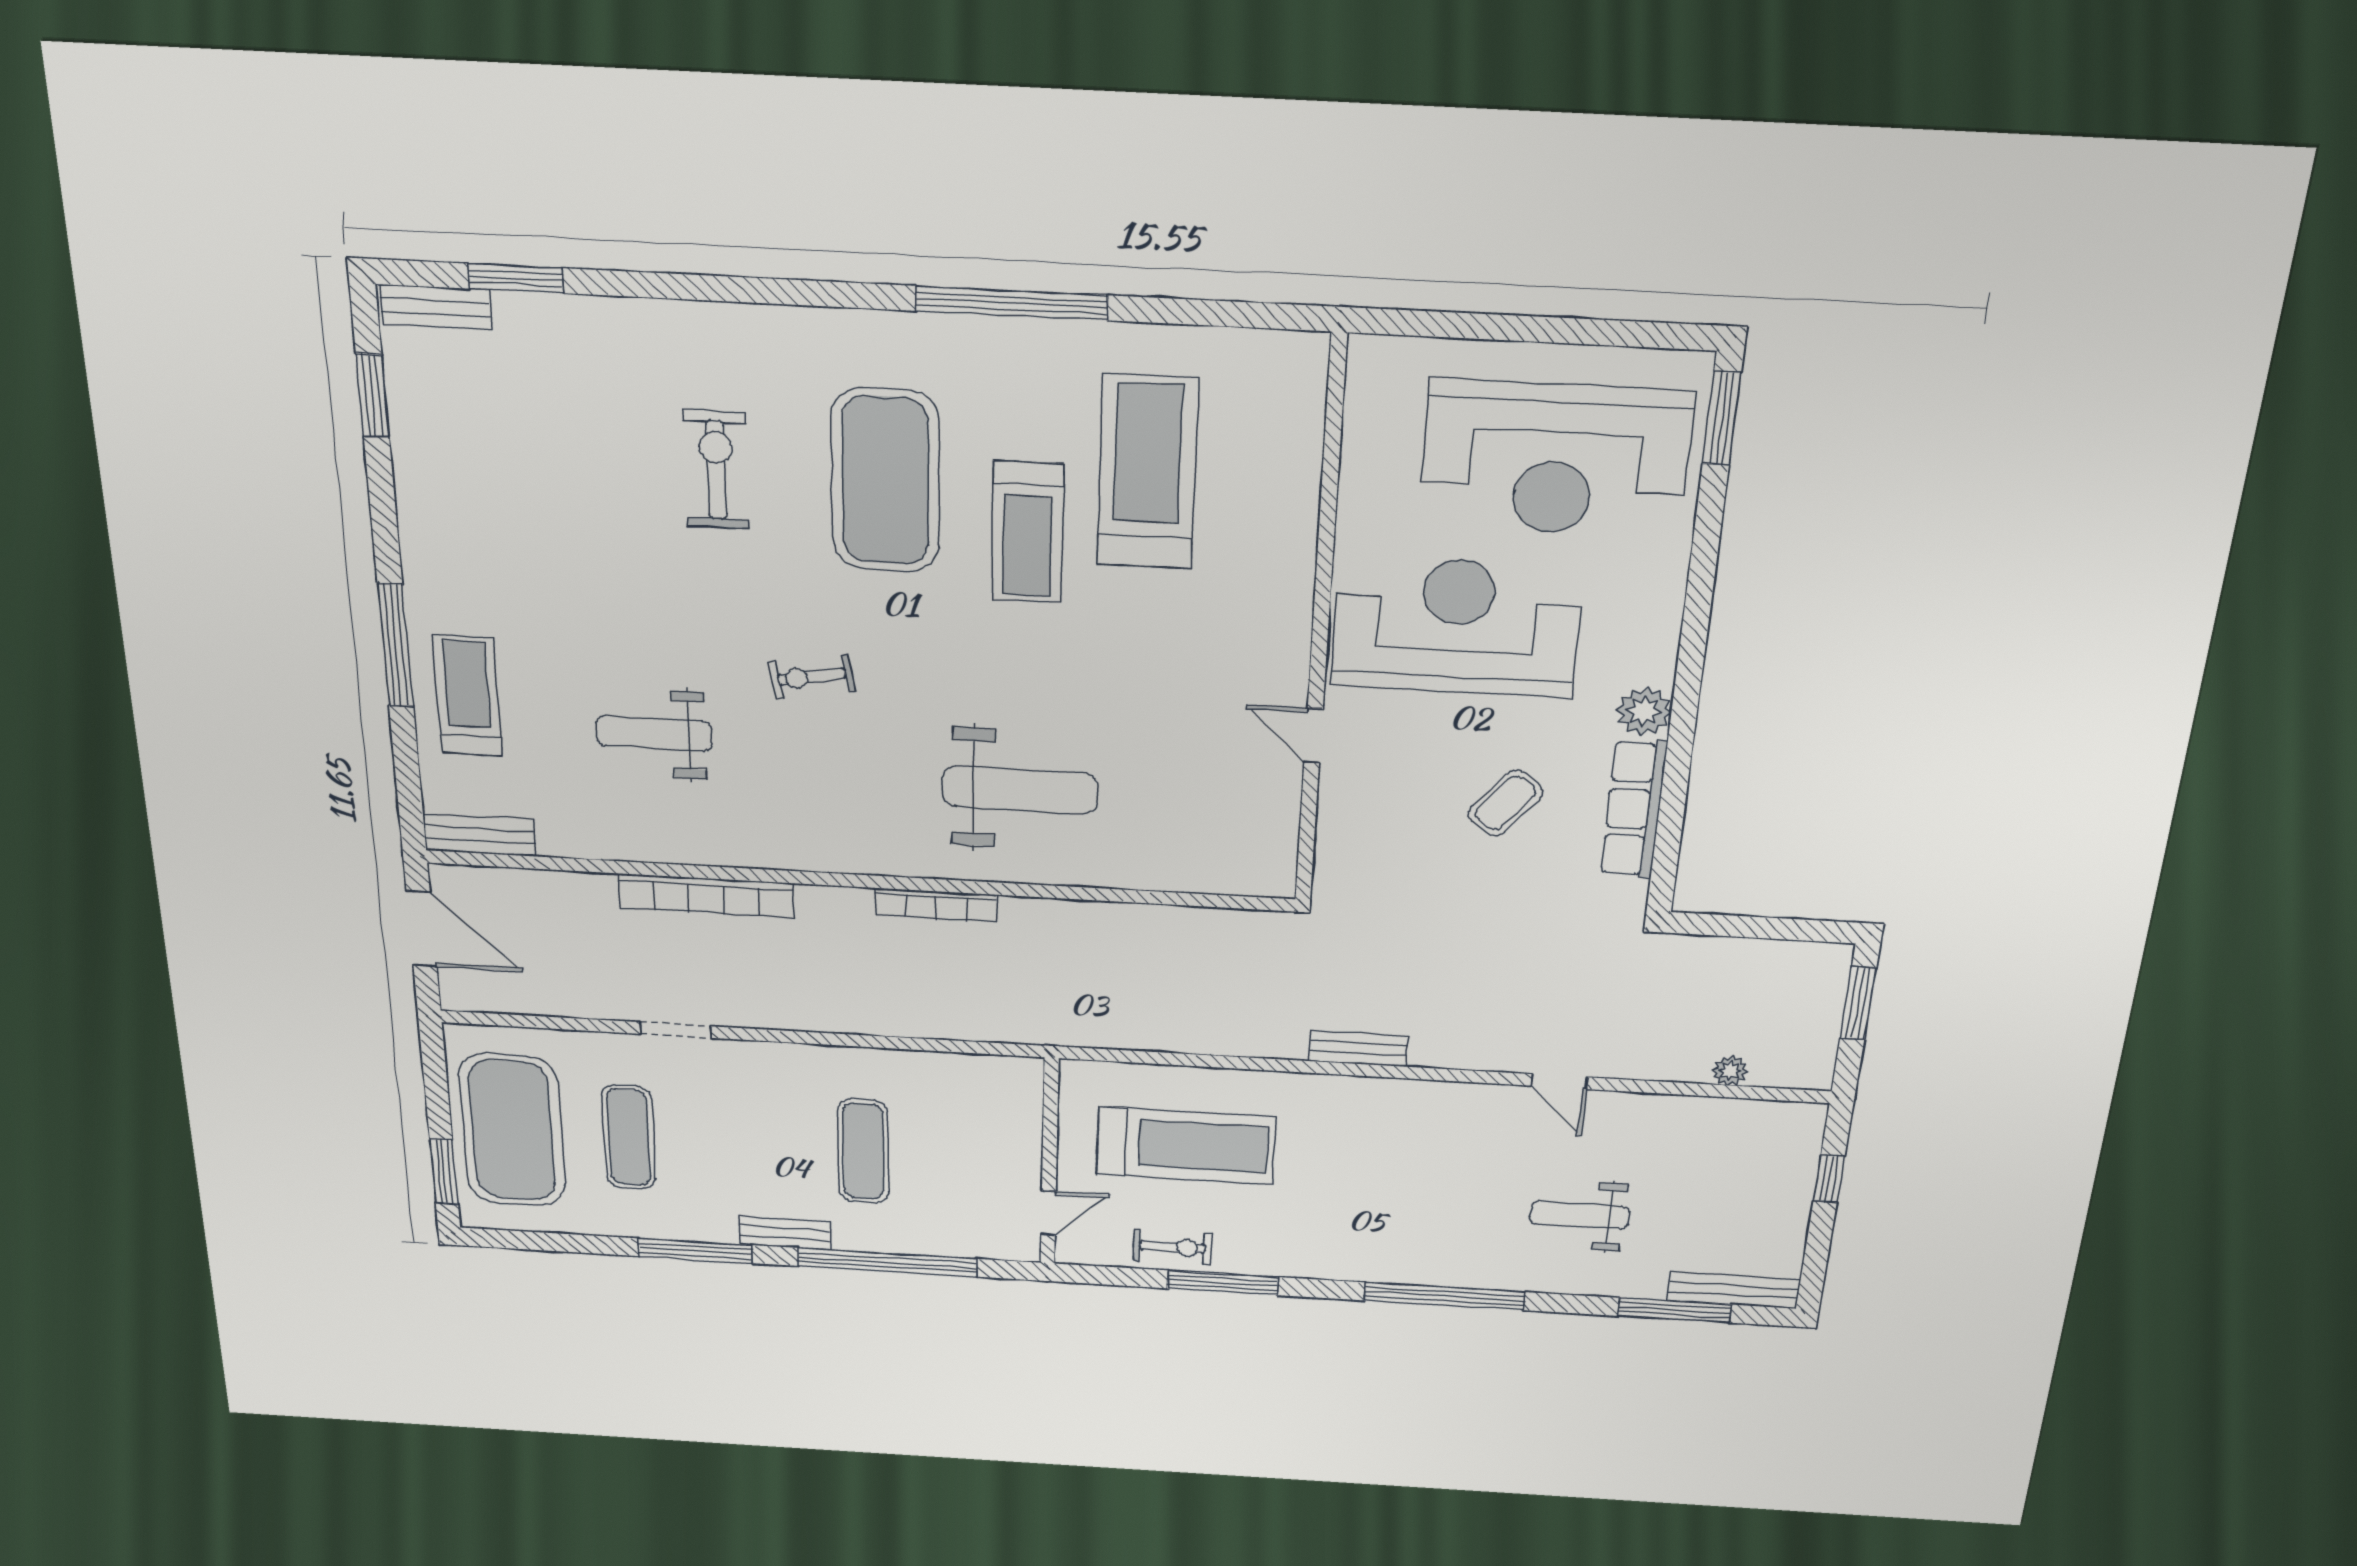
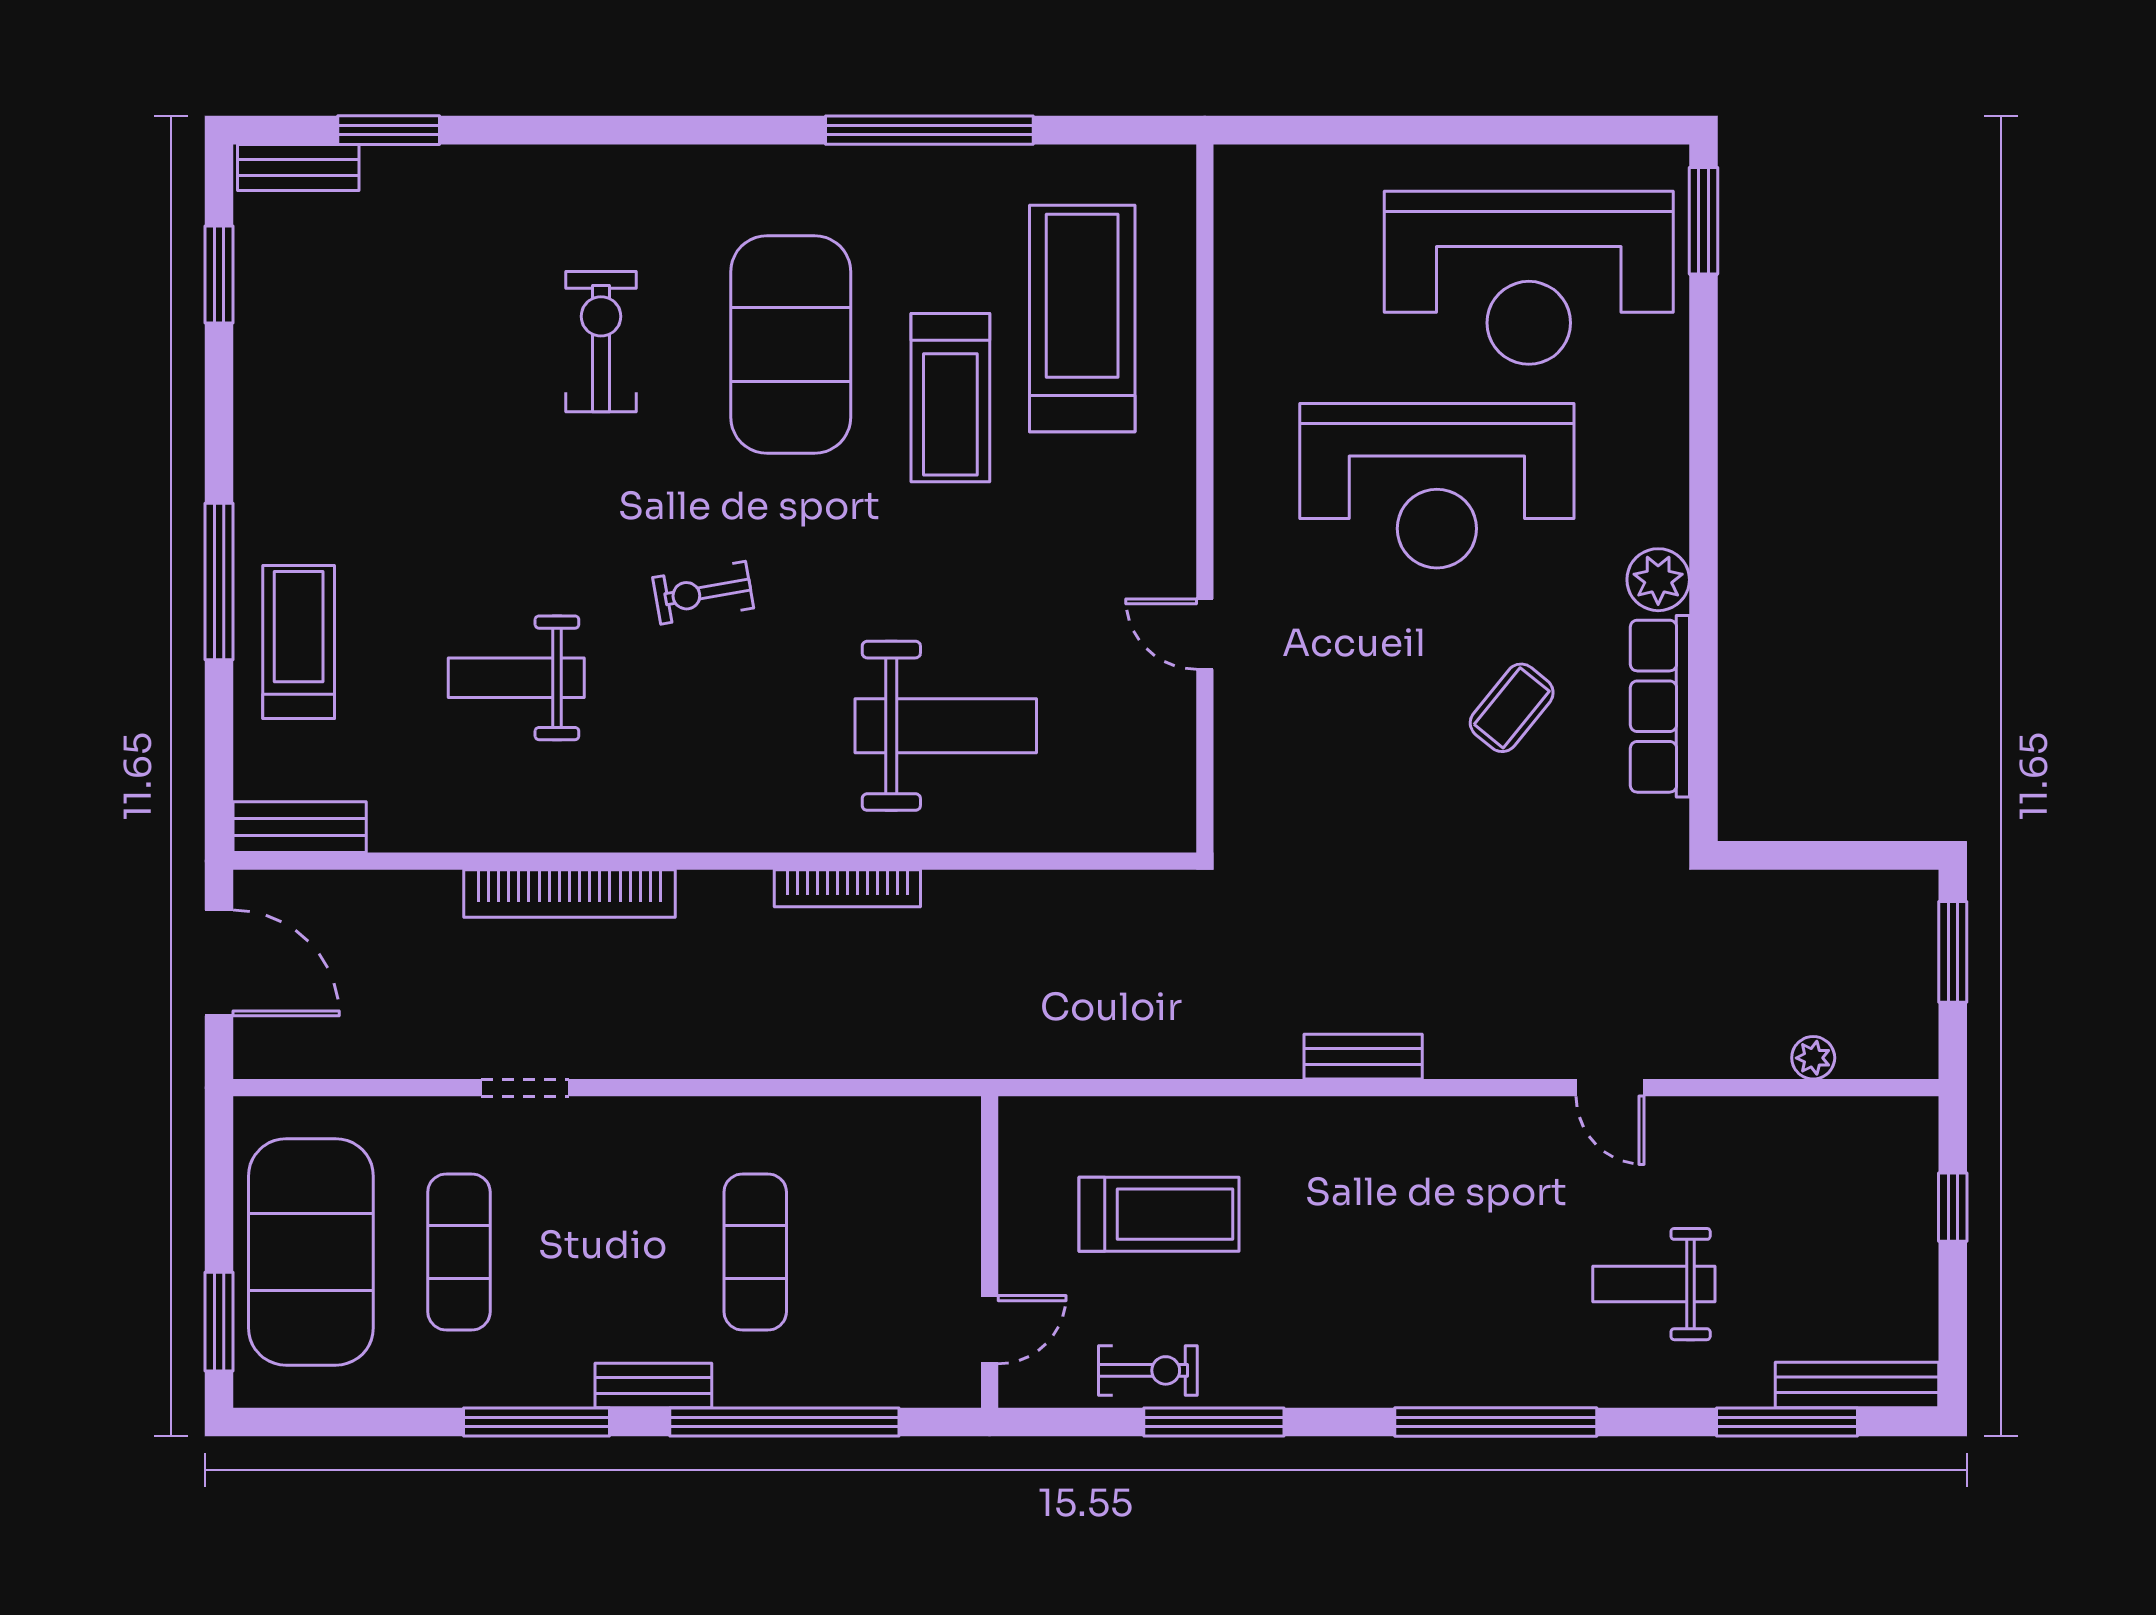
reception desk: (1456, 627) -> (1437, 486), turned 180
wall: (1320, 629) -> (1205, 498), moved
door: (1313, 736) -> (1205, 634), moved
treadmill: (1186, 1145) -> (1159, 1214), width x0.73, depth x0.73

